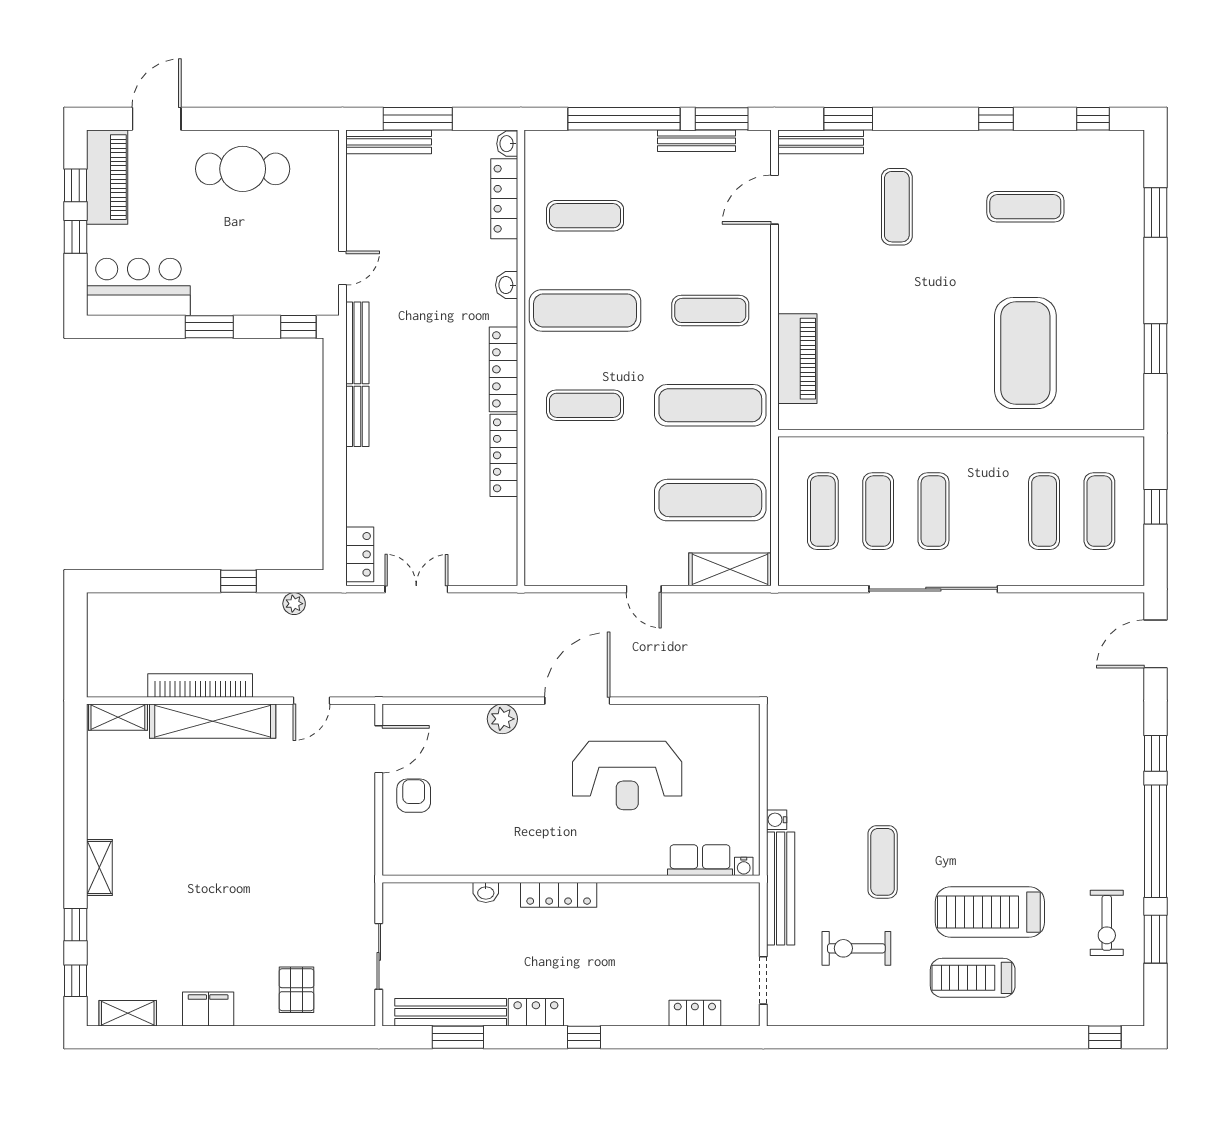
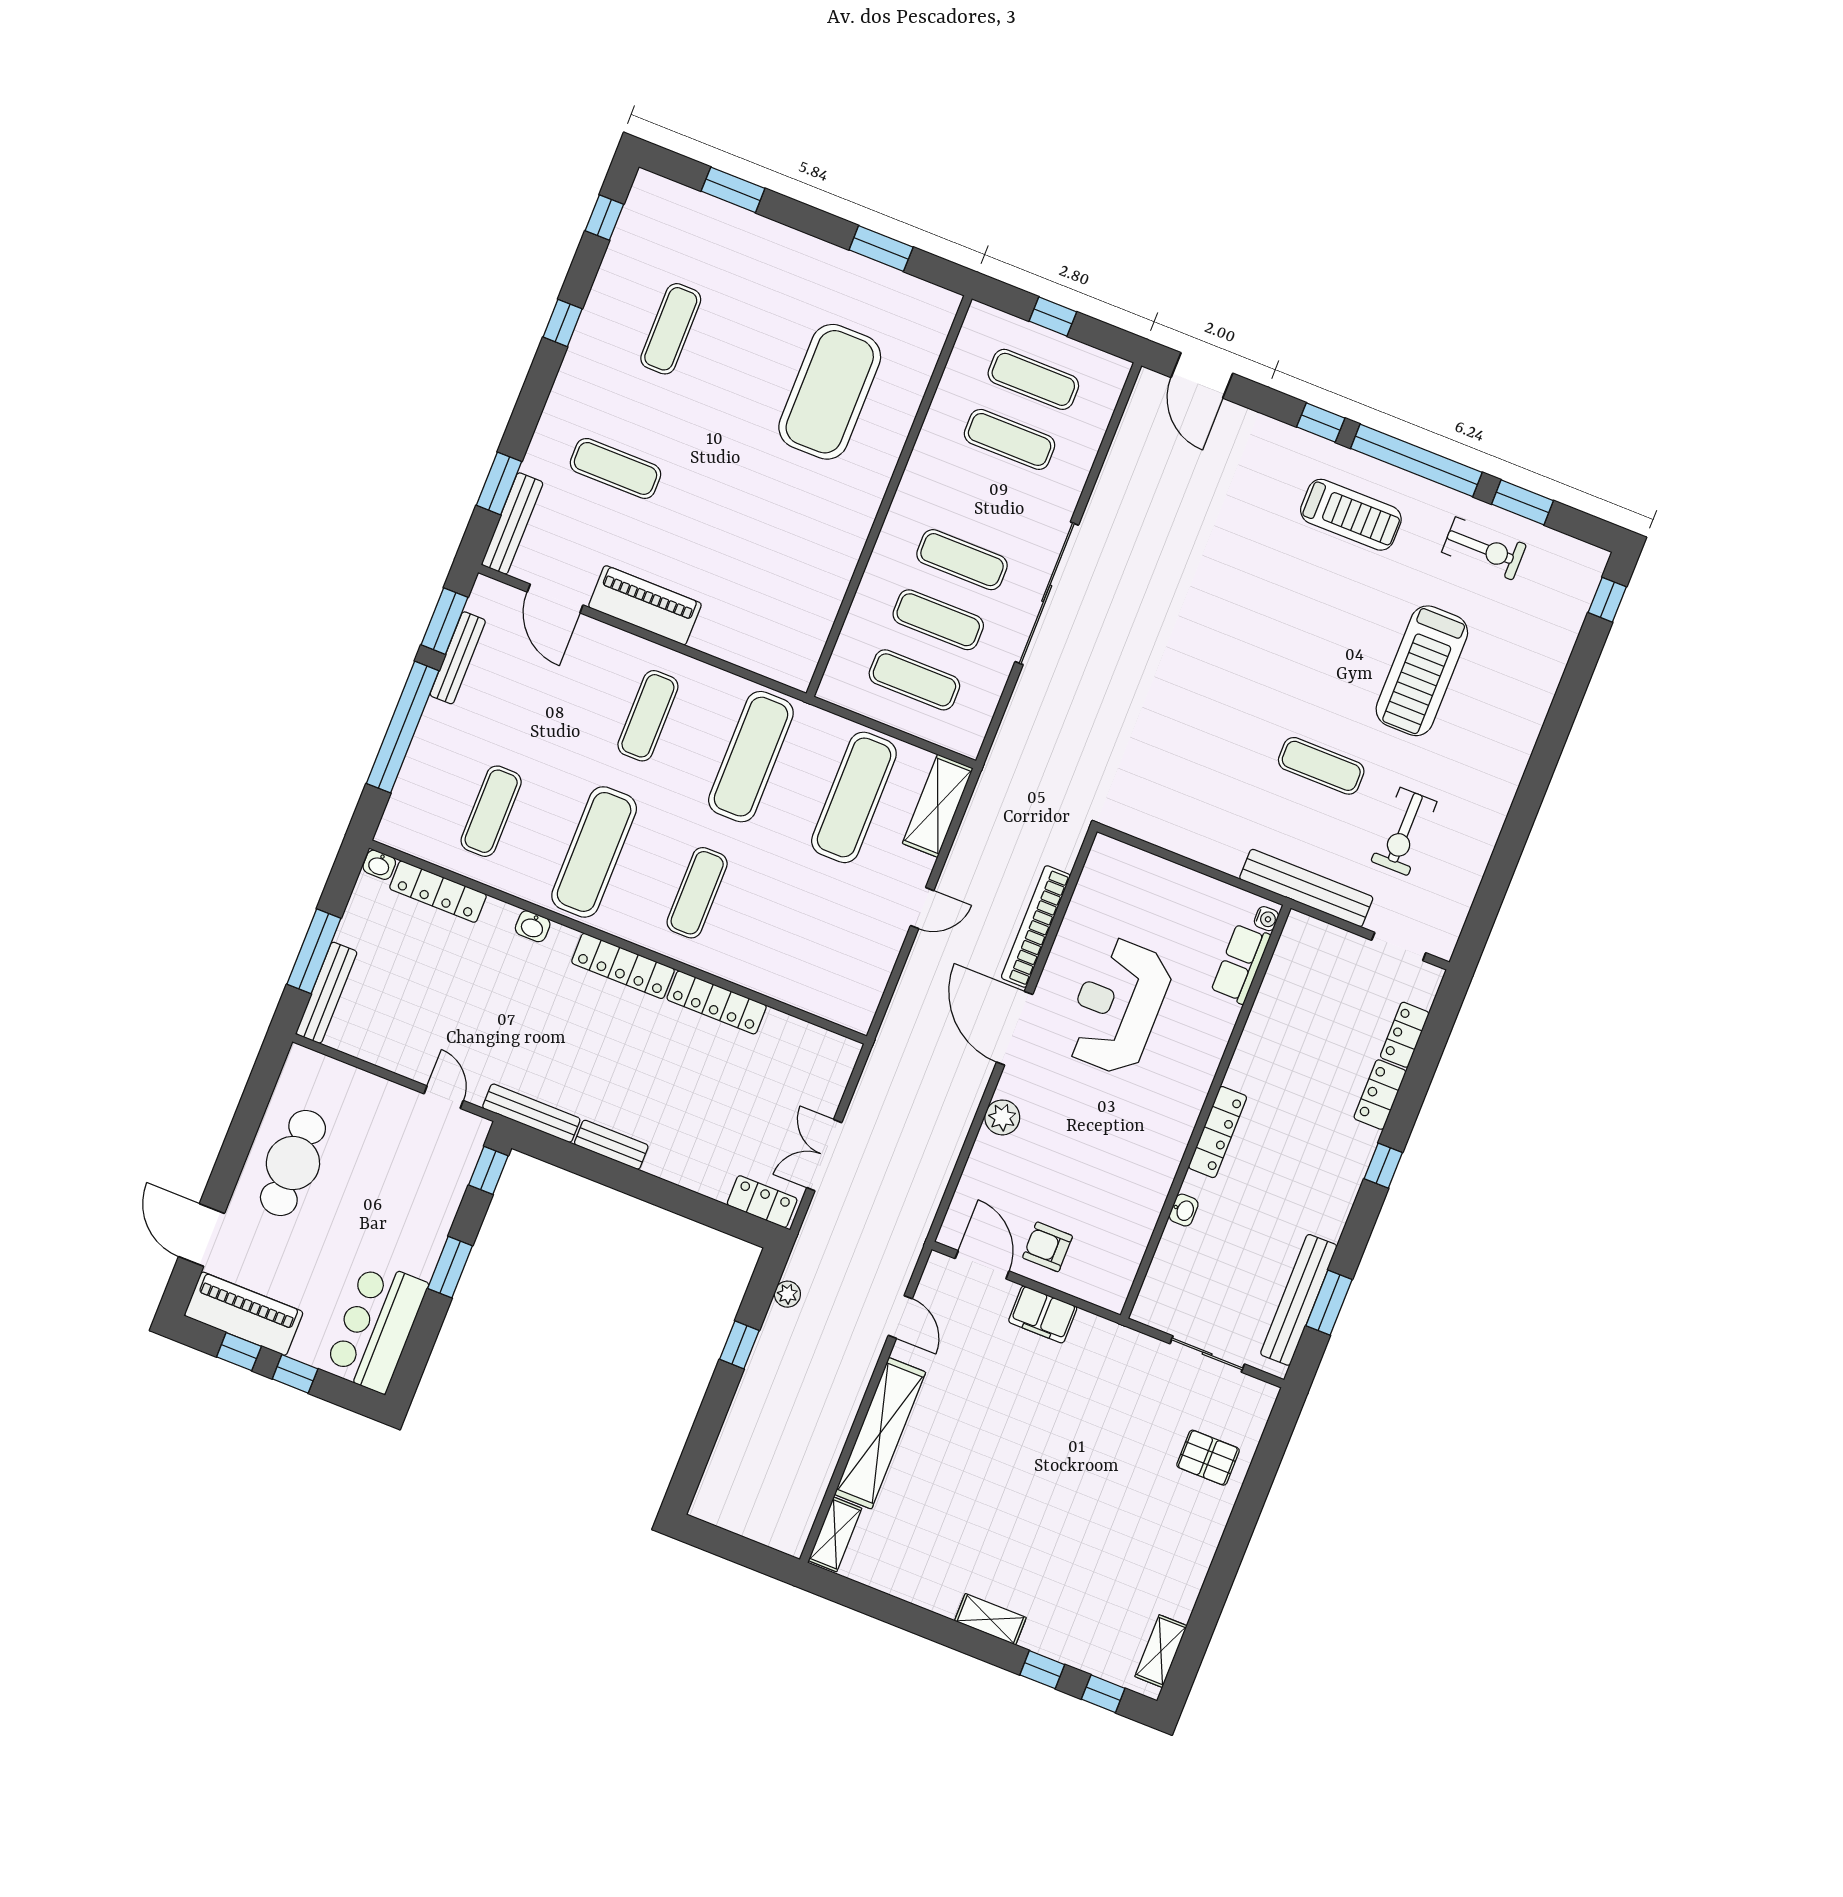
exercise mat: (1025, 353) -> (830, 392), turned 90
piano: (797, 359) -> (645, 605), moved
bookcase: (200, 685) -> (1036, 926), moved
reception desk: (627, 776) -> (1117, 1006), turned 180
water cooler: (777, 820) -> (1230, 863), removed
treadmill: (973, 978) -> (1351, 515), moved, turned -90
filing cabinet: (208, 1009) -> (1043, 1314), moved, turned -90
locker: (536, 1012) -> (1380, 1095), moved

